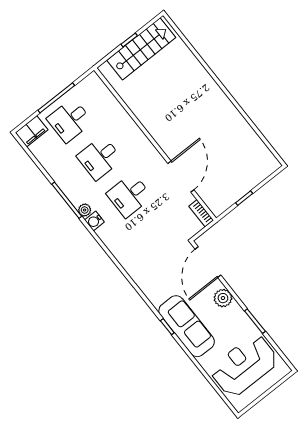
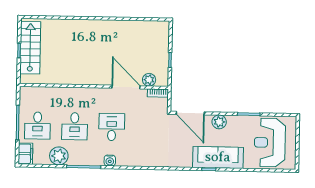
plant: (207, 194) -> (149, 80), added
desk: (129, 195) -> (112, 127), turned 180
plant: (85, 210) -> (59, 156), moved, width x1.88, depth x1.88

